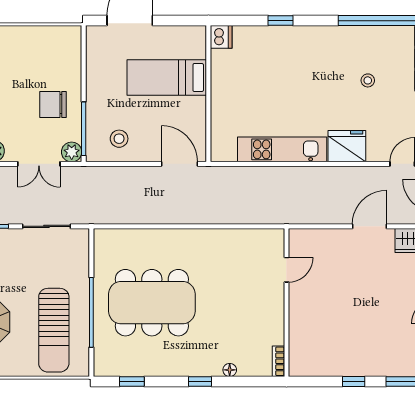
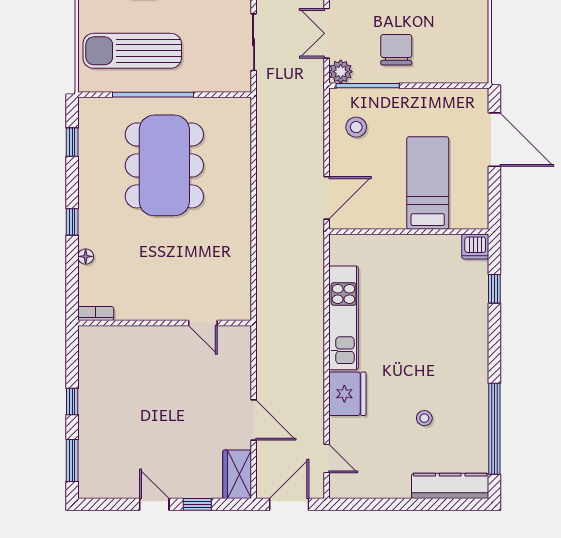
window: (281, 21) -> (494, 289), moved

